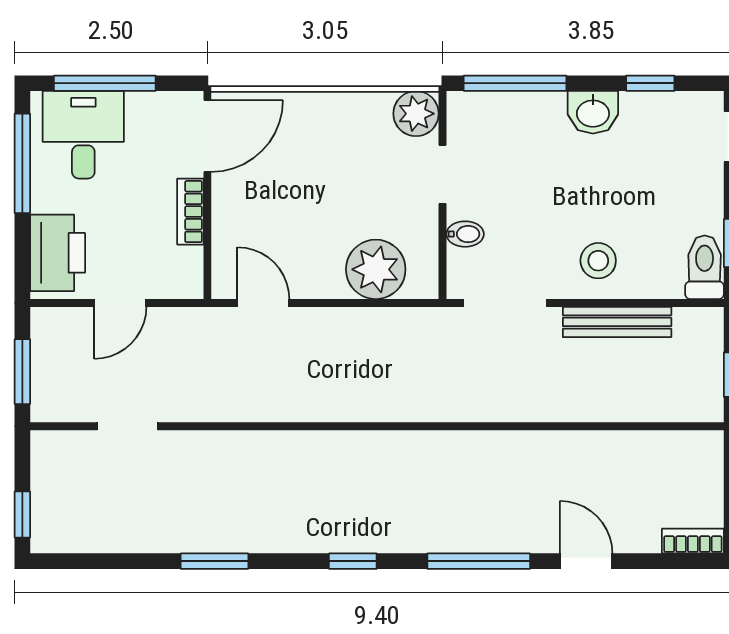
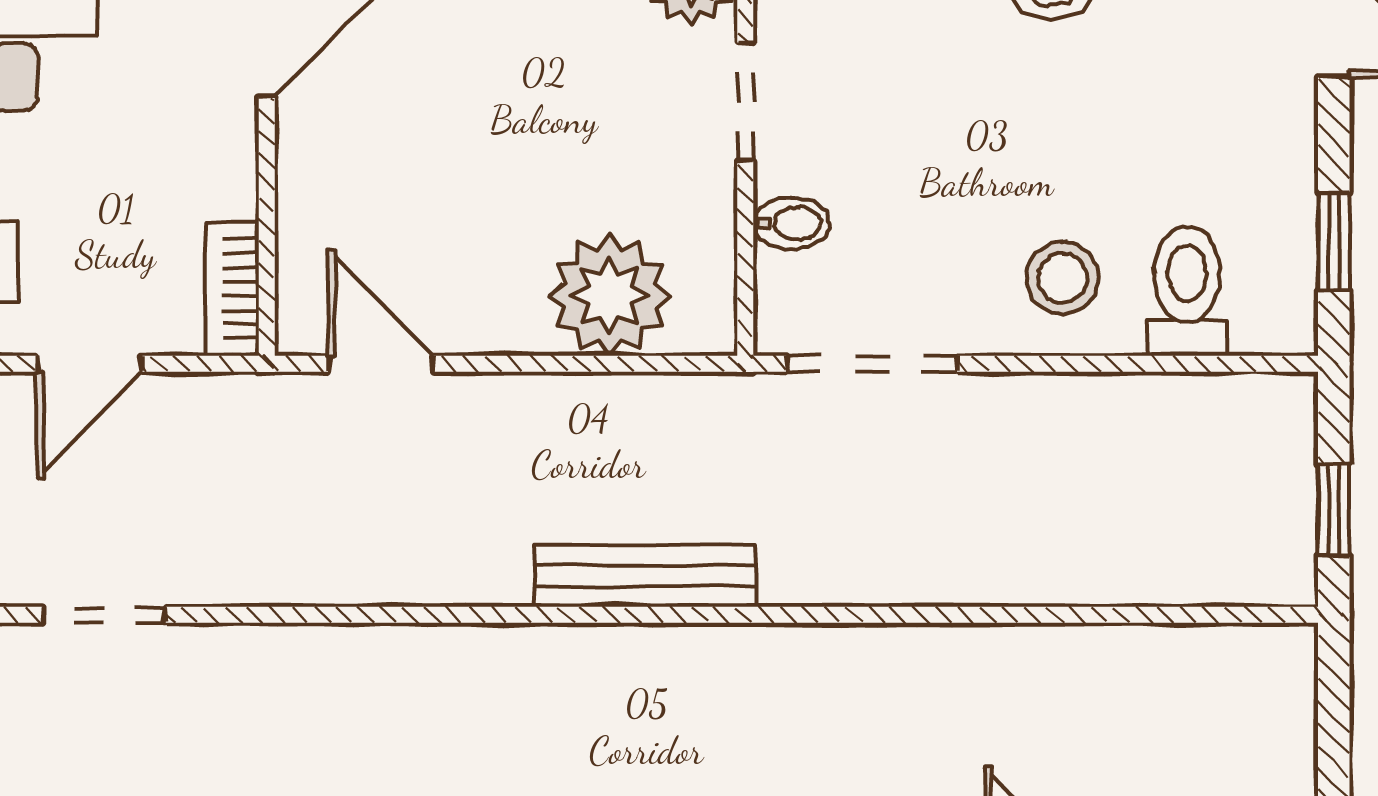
bookcase: (190, 212) -> (232, 289), moved
toilet: (705, 267) -> (1187, 291), moved
bench: (617, 322) -> (645, 576), moved

